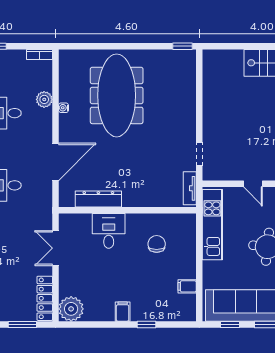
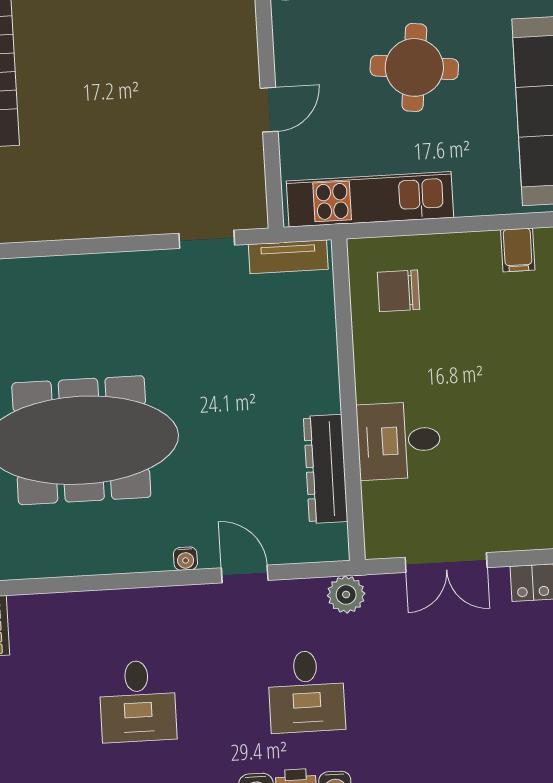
plant: (44, 99) -> (346, 595), moved
water cooler: (64, 108) -> (185, 559), moved
door: (55, 162) -> (245, 574), width x0.53
chair: (157, 244) -> (399, 291), moved

